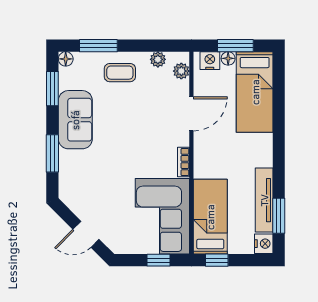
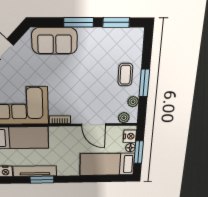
window: (98, 46) -> (144, 83), moved
floor lamp: (66, 59) -> (138, 33), removed
sofa: (75, 120) -> (55, 41), moved
window: (52, 153) -> (79, 22), moved
window: (279, 216) -> (42, 180), moved

